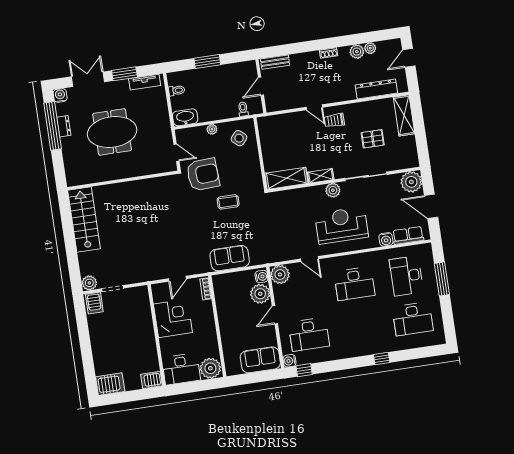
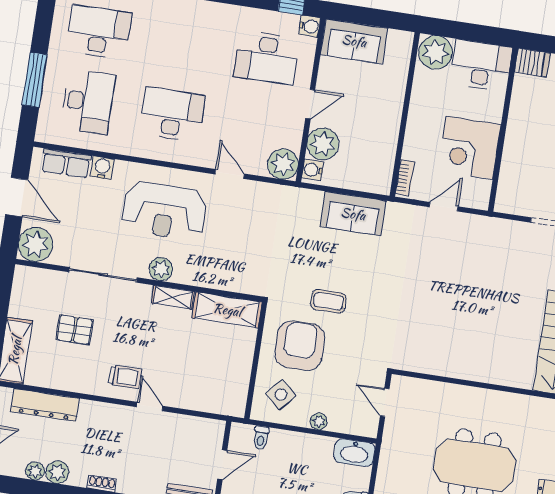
armchair: (203, 174) -> (300, 346), moved, turned 93
desk: (309, 334) -> (267, 58), turned 180

